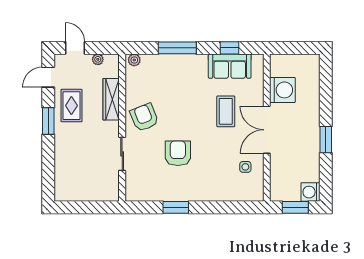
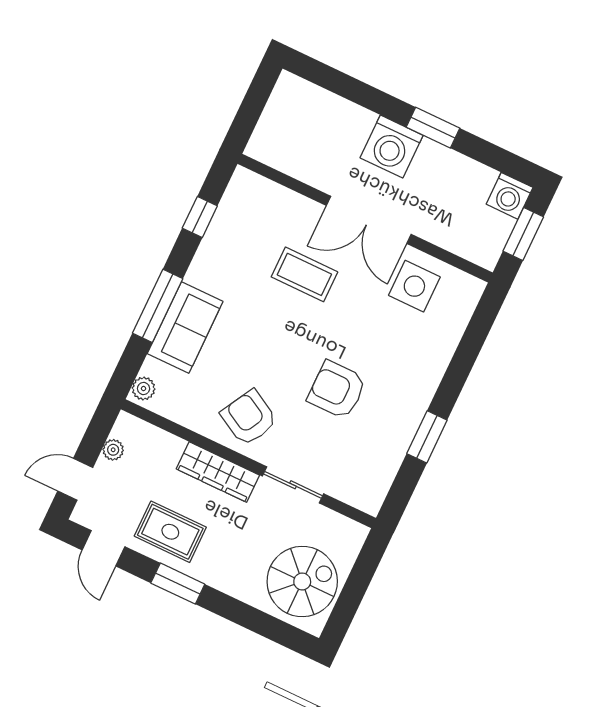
sofa: (230, 66) -> (185, 328), moved
washing machine: (282, 90) -> (392, 147), moved, turned 180
wardrobe: (111, 99) -> (218, 472), moved
armchair: (144, 117) -> (249, 418), turned 51
side table: (245, 167) -> (414, 286), width x1.87, depth x1.87
spiral stairs: (78, 180) -> (302, 582), added

